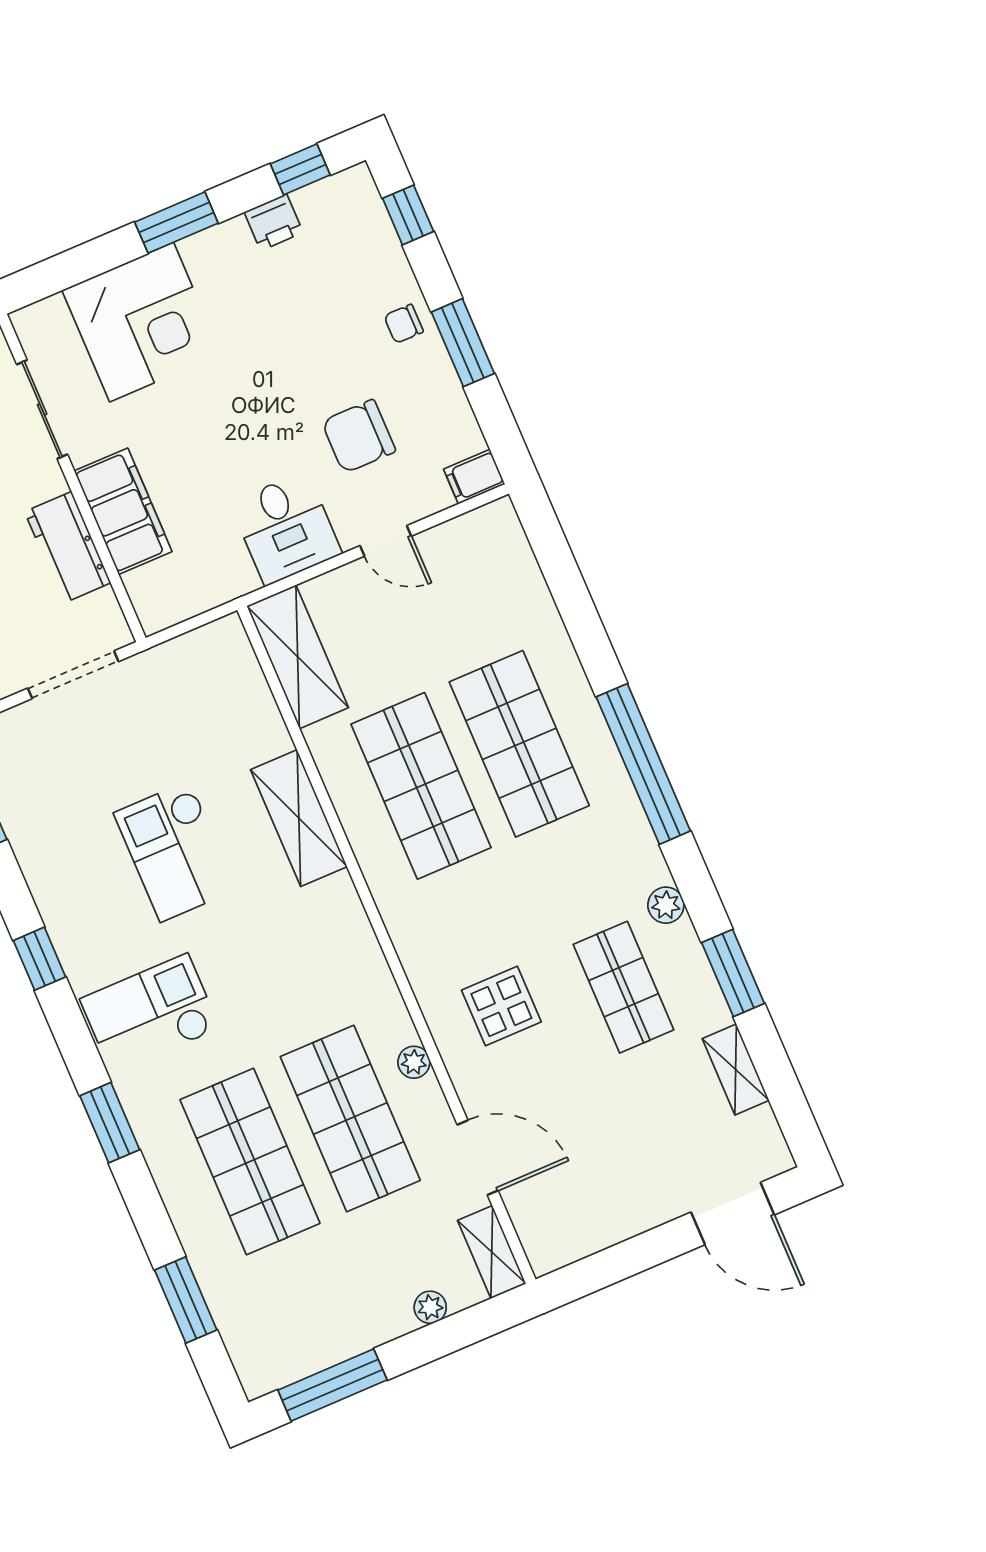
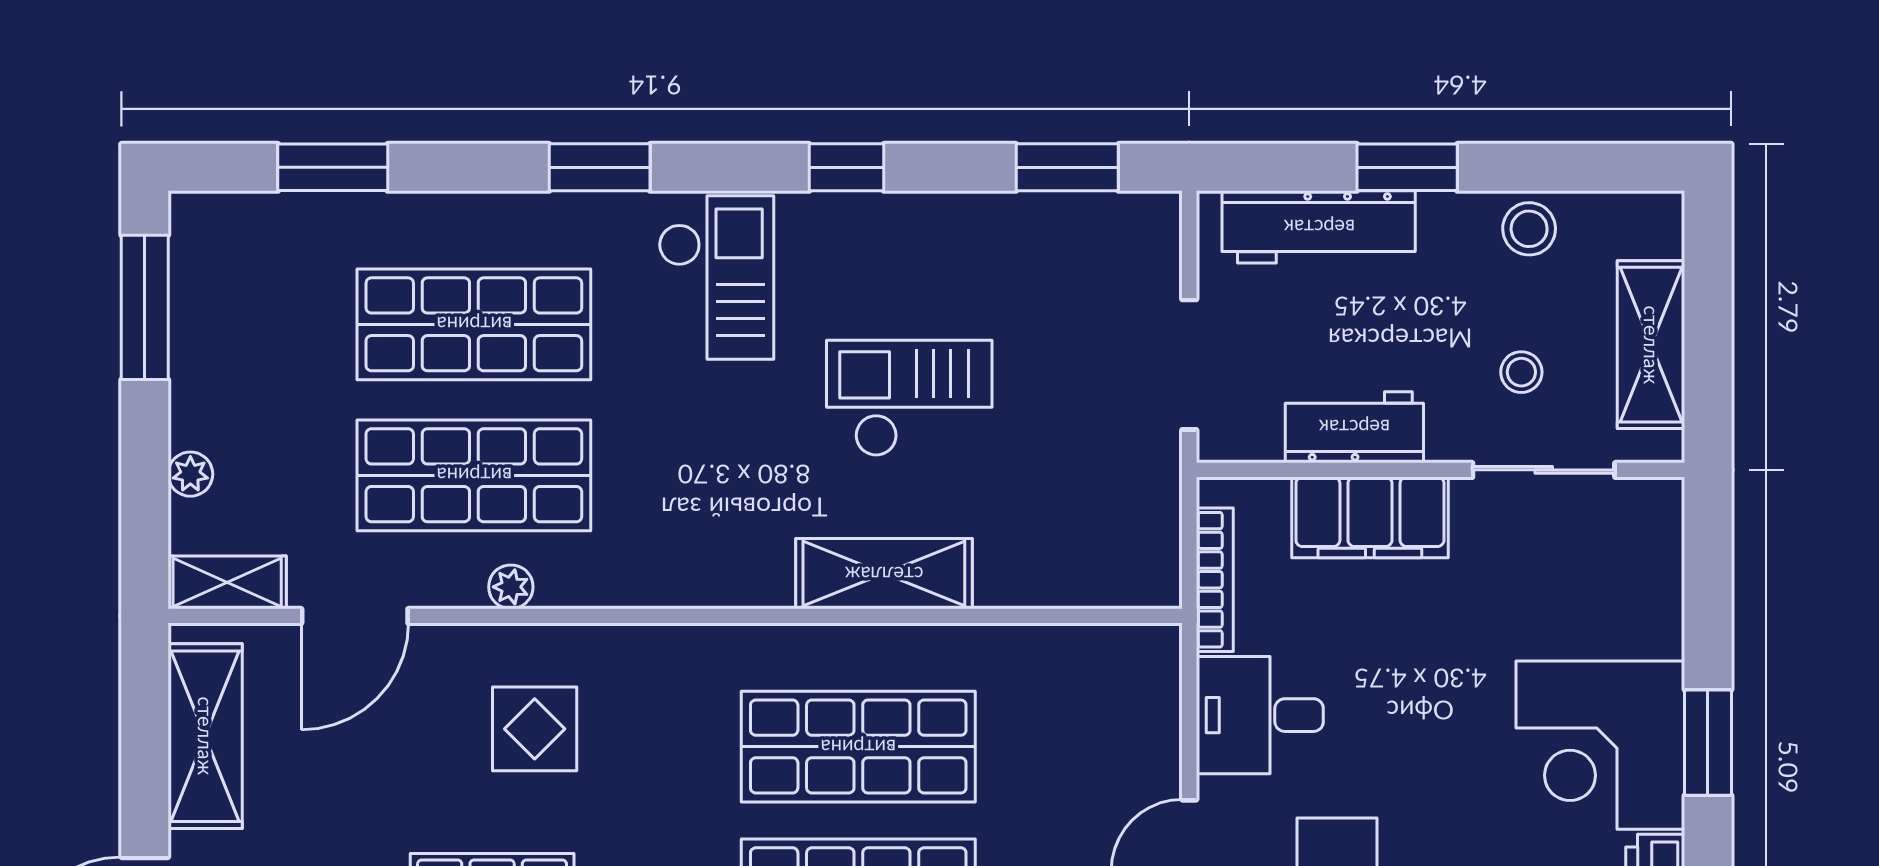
corner desk: (142, 322) -> (1600, 745), moved
bookcase: (209, 597) -> (1215, 580), added
shelving: (298, 657) -> (205, 736), moved, turned 90

